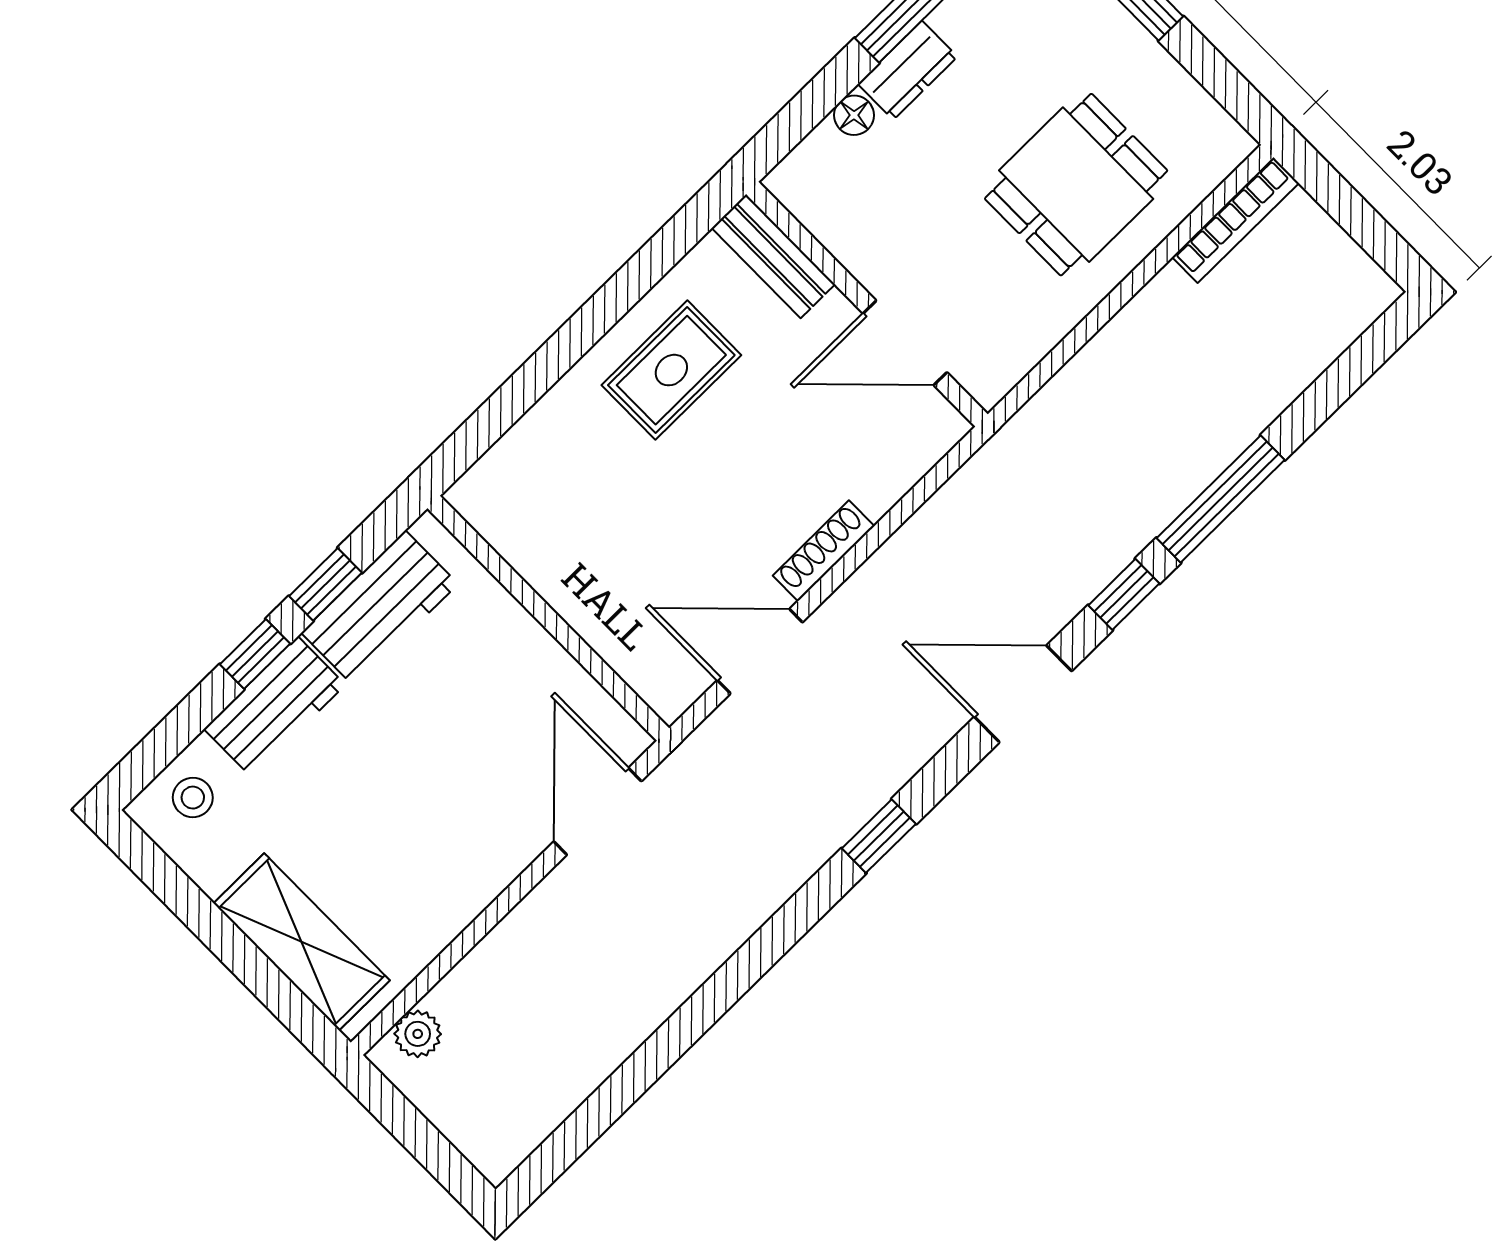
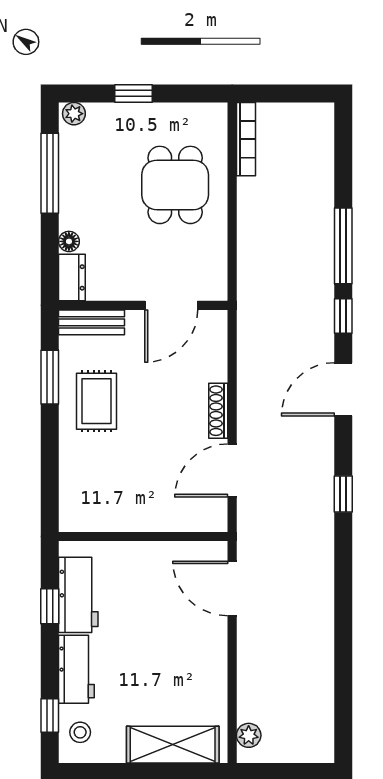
dresser: (908, 70) -> (72, 277), moved
window: (641, 273) -> (50, 377), added
window: (255, 654) -> (50, 715), moved

